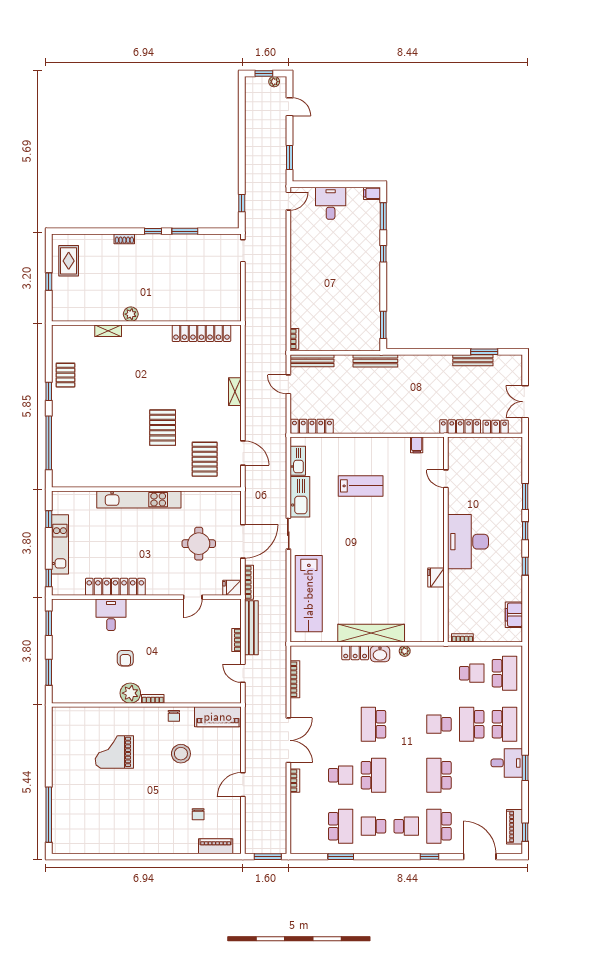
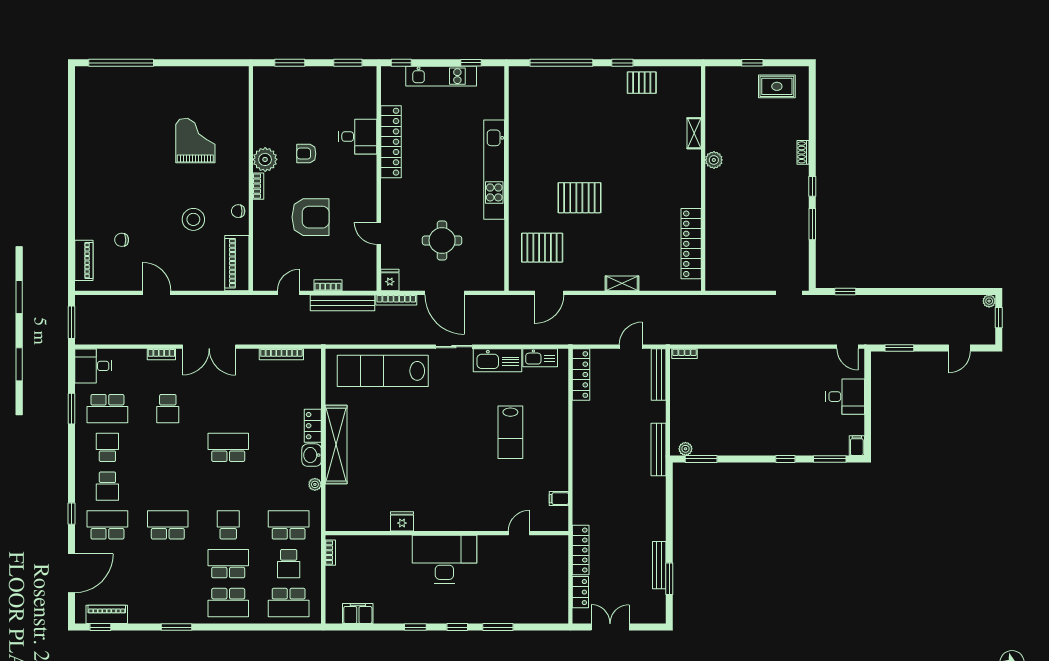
plant: (274, 82) -> (989, 301), moved
plant: (375, 338) -> (685, 449), added
armchair: (179, 655) -> (310, 217), added
desk: (507, 763) -> (93, 366), moved, turned 90
school desk: (373, 775) -> (289, 525), moved, turned 180

